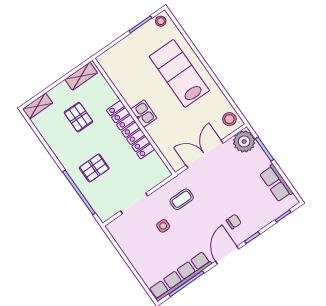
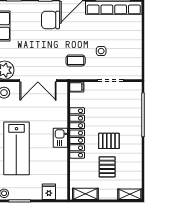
fridge: (118, 53) -> (49, 192), added
pallet: (94, 168) -> (109, 141), moved
filing cabinet: (162, 174) -> (77, 87), added
chair: (234, 222) -> (50, 20), width x1.87, depth x1.87

